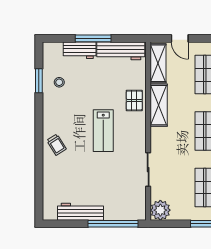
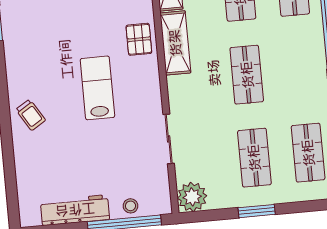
stool: (59, 82) -> (130, 206), moved
lab bench: (103, 131) -> (97, 88), turned 180

